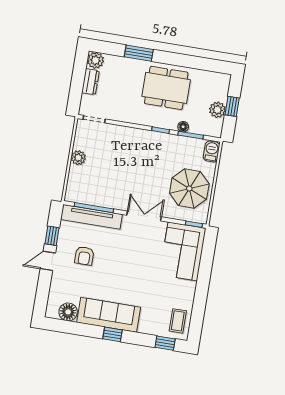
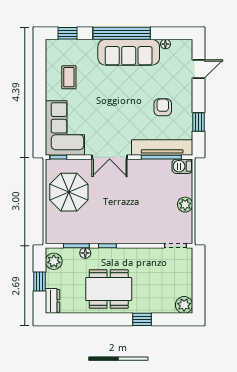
window: (139, 53) -> (142, 319), width x0.67
dresser: (90, 82) -> (53, 301), moved, turned 180
plant: (217, 110) -> (54, 261), moved
barbecue: (211, 152) -> (182, 166), moved, turned 90
door: (48, 261) -> (199, 69), moved
floor lamp: (68, 312) -> (165, 44), width x0.53, depth x0.53
coffee table: (178, 321) -> (69, 77), moved
window: (112, 334) -> (122, 33), width x3.17

